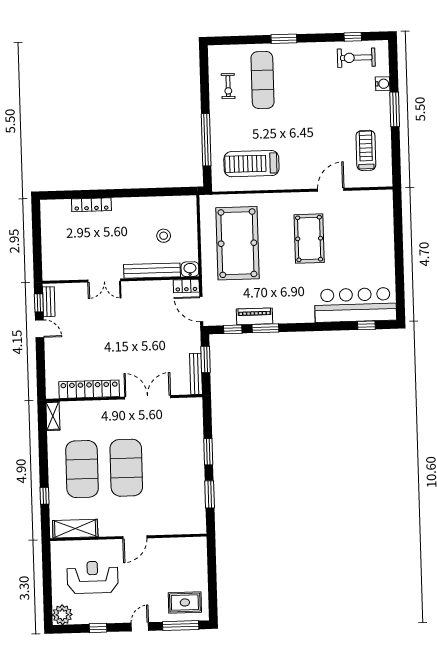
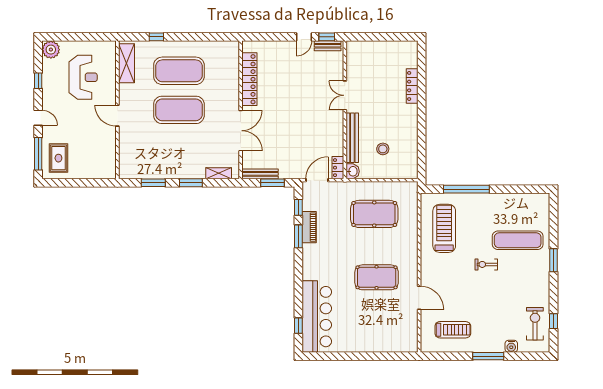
exercise bike: (228, 86) -> (486, 264), moved
pool table: (237, 243) -> (374, 214), width x0.73, depth x0.76
shelving: (53, 416) -> (219, 173), moved

